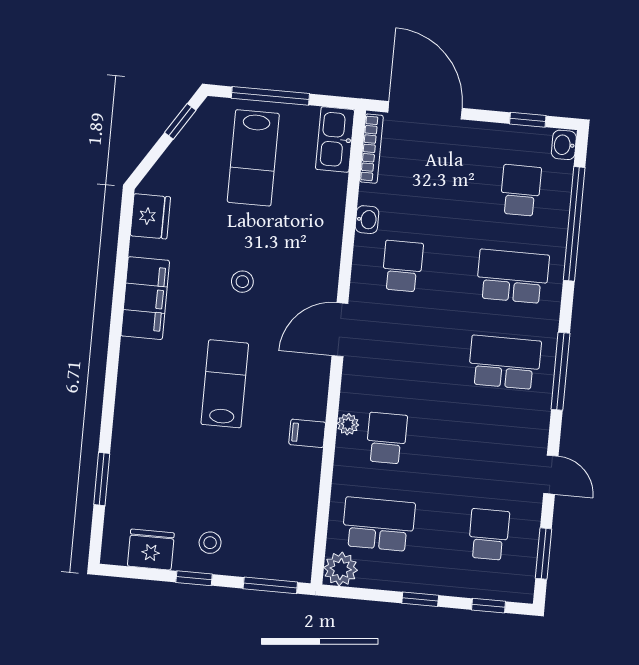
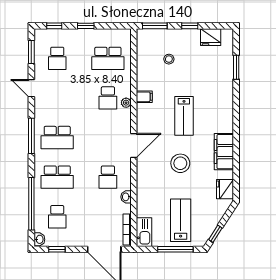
stool: (242, 282) -> (180, 163), width x1.89, depth x1.89
stool: (210, 543) -> (169, 59), moved
plant: (341, 569) -> (123, 36), removed

